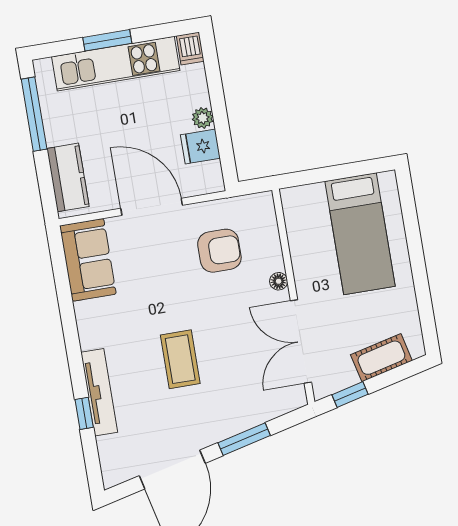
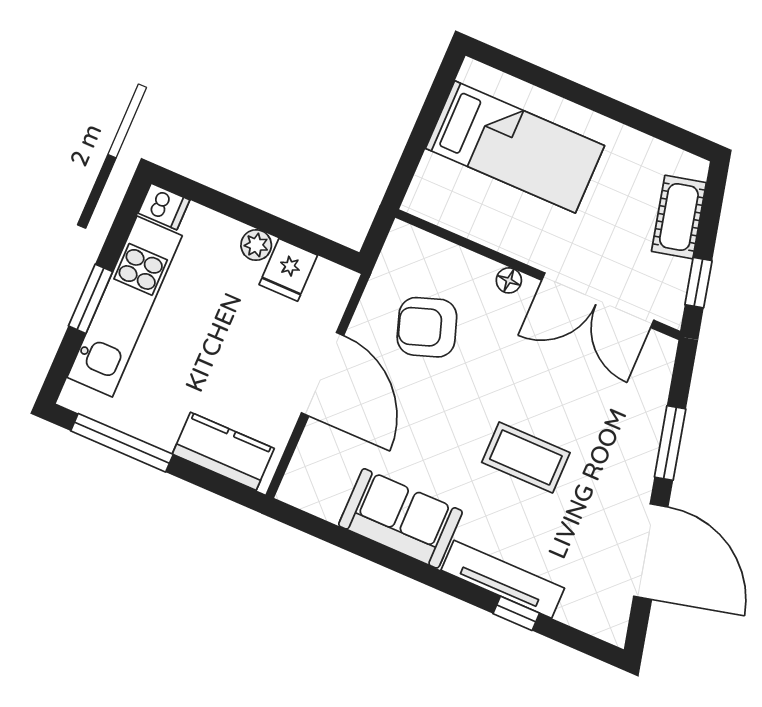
door: (152, 207) -> (323, 374), swing flipped
armchair: (219, 251) -> (427, 327), turned -109
sofa: (88, 260) -> (400, 518), moved

